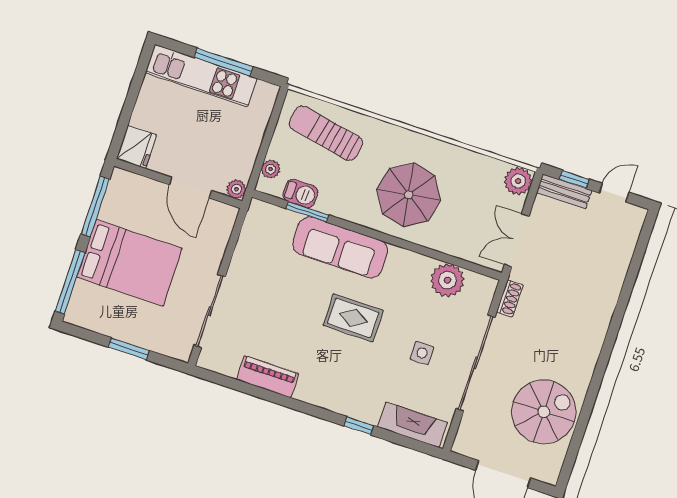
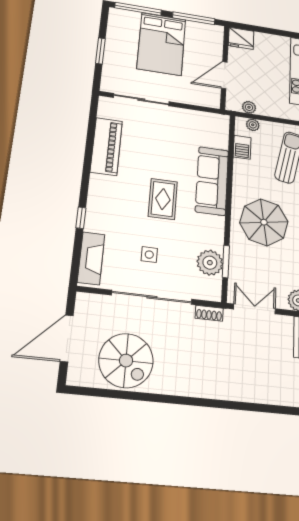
plant: (236, 189) -> (249, 107), moved
window: (307, 212) -> (226, 262), moved
piano: (267, 377) -> (106, 146), width x1.37, depth x1.33

